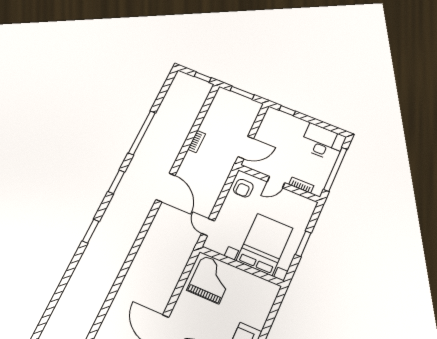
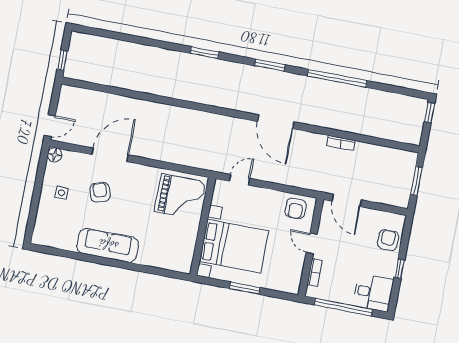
window: (203, 77) -> (429, 113), moved
window: (287, 111) -> (399, 269), moved
armchair: (286, 124) -> (388, 240), added
desk: (323, 142) -> (373, 293), width x0.73
door: (166, 187) -> (276, 122), hinge flipped
armchair: (243, 188) -> (296, 209), turned -90

